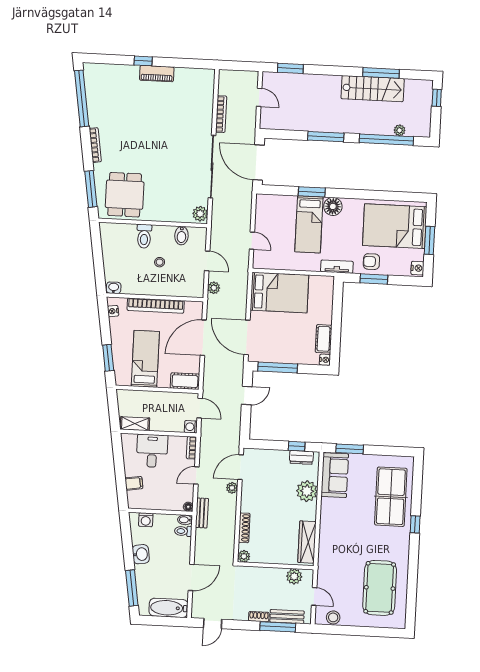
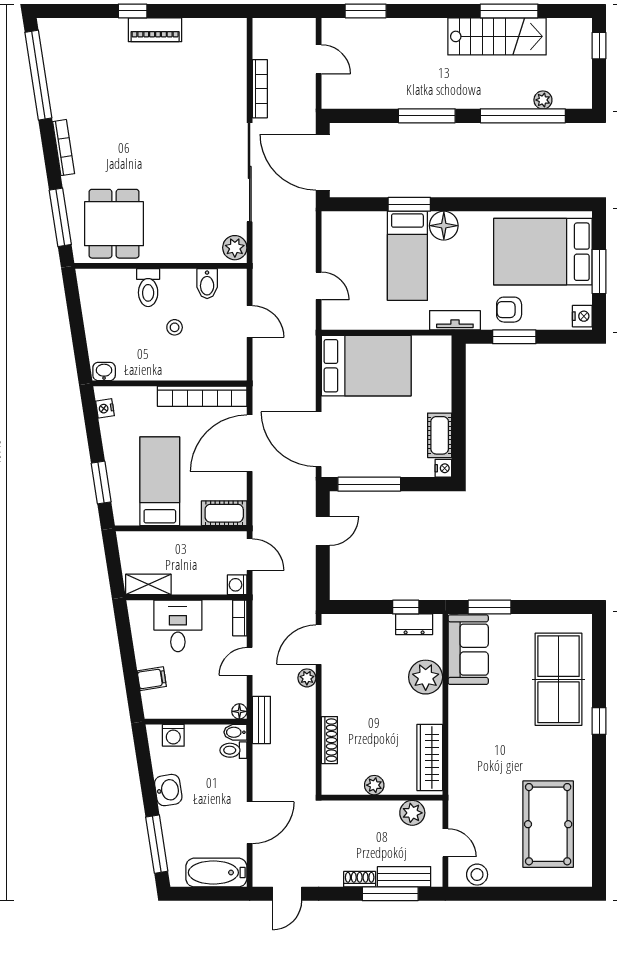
plant: (214, 288) -> (262, 364), removed
bookcase: (156, 306) -> (202, 396), moved
plant: (244, 556) -> (374, 785), moved

